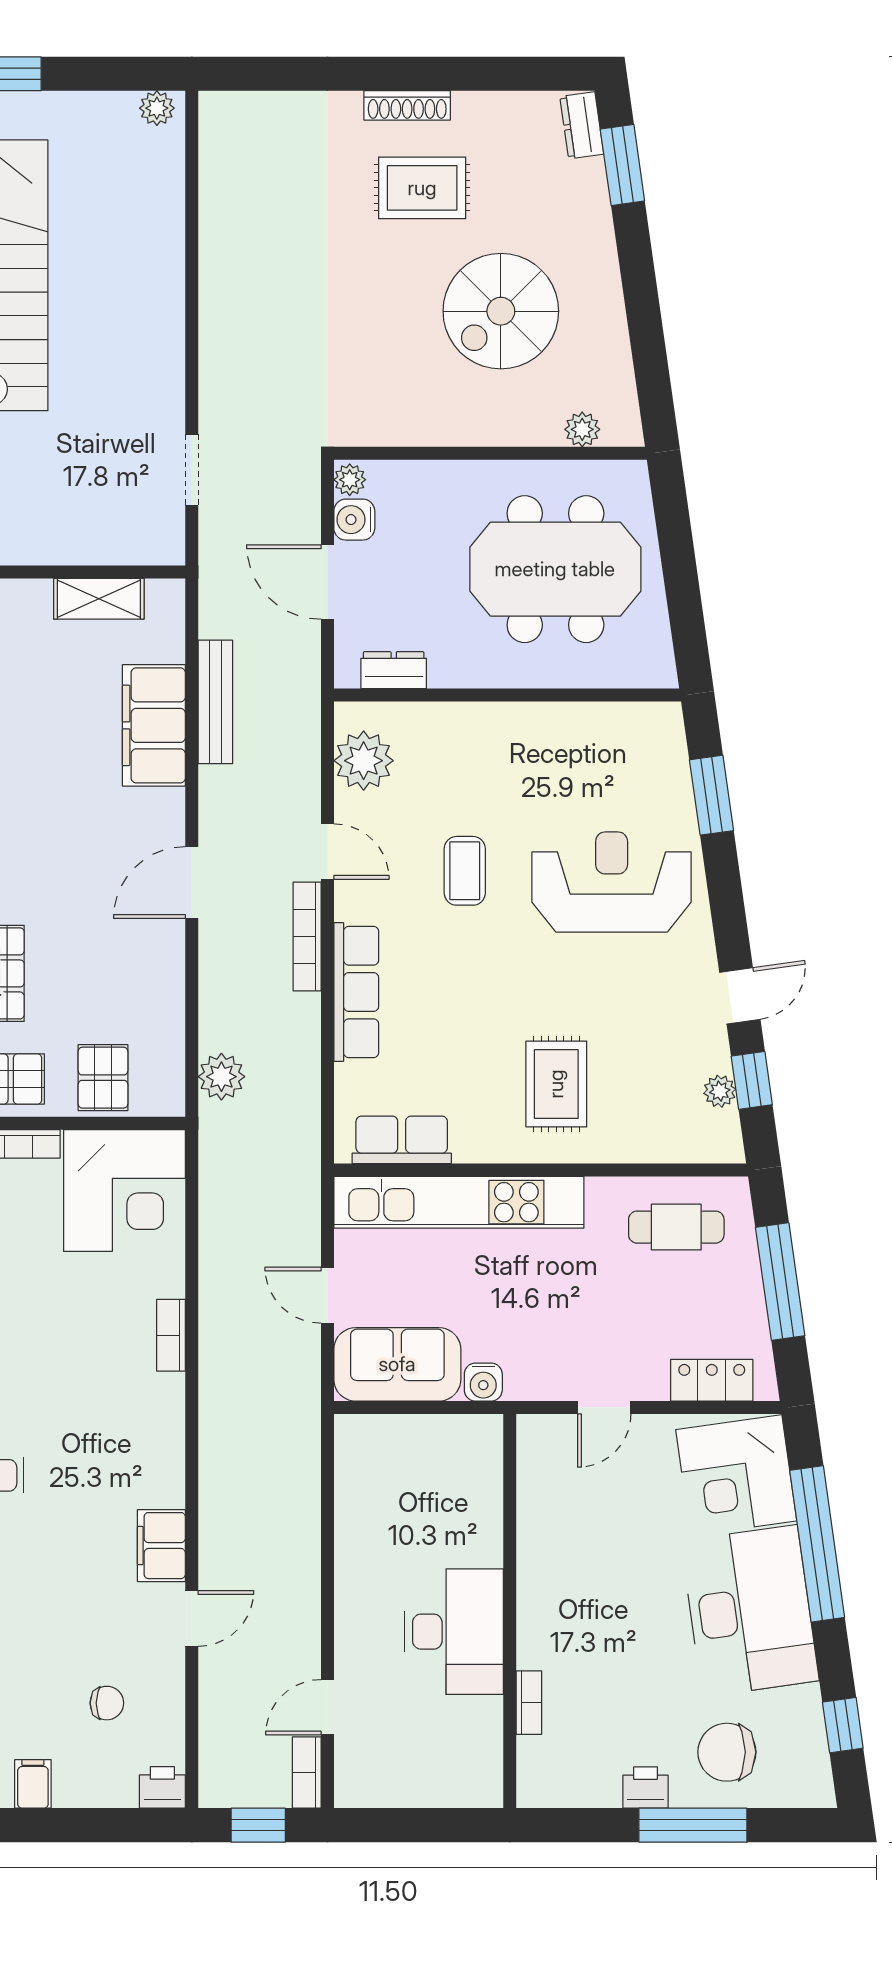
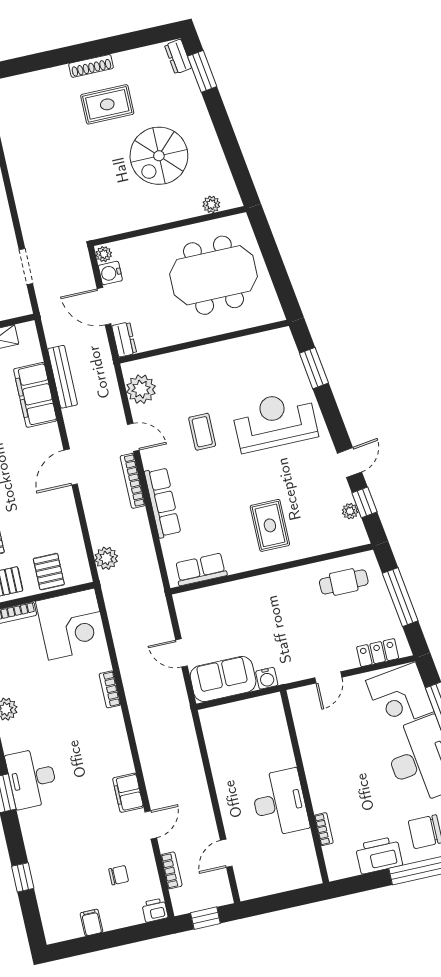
dresser: (394, 670) -> (124, 339), moved, turned 90
kitchen unit: (459, 1202) -> (235, 593), removed
bookcase: (307, 1773) -> (171, 870), moved, turned 180
printer: (645, 1788) -> (379, 855), width x1.87, depth x1.48

